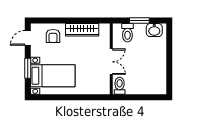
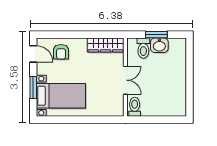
wardrobe: (82, 30) -> (106, 45), moved
washbasin: (154, 30) -> (159, 45), moved
door: (28, 38) -> (33, 54), swing flipped

